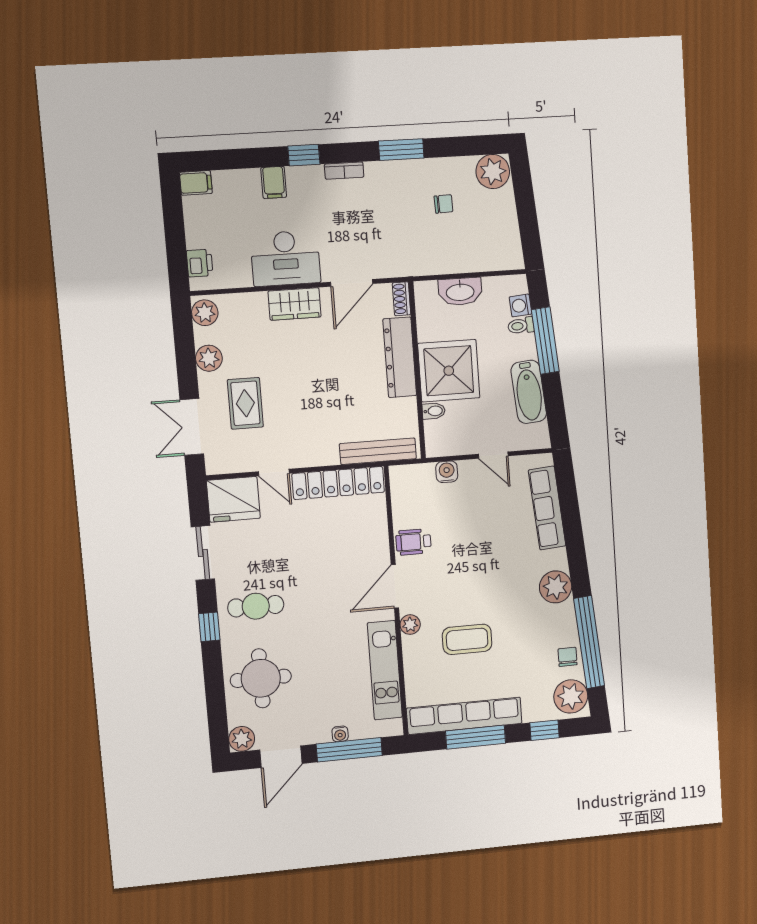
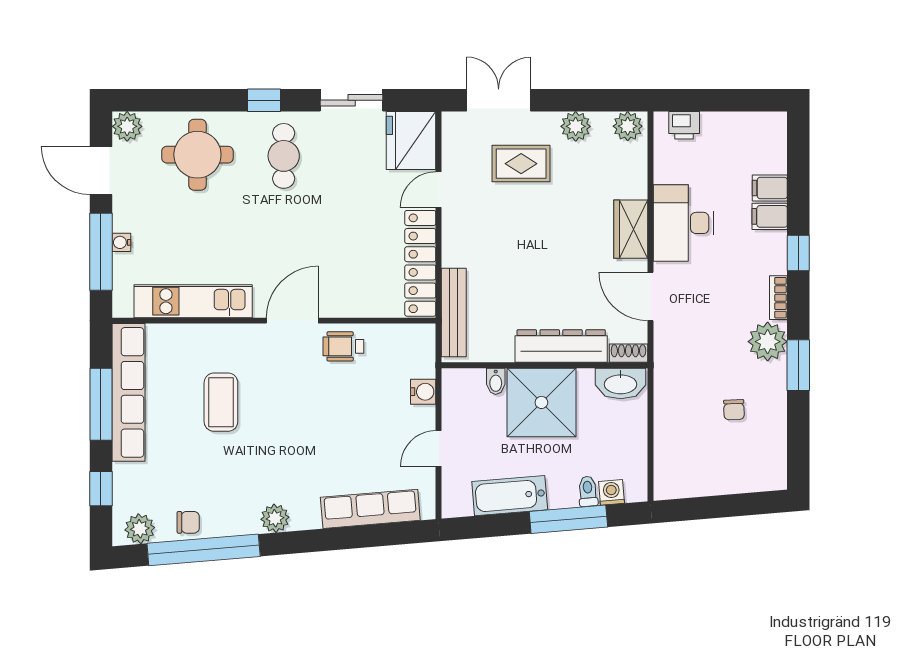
plant: (493, 172) -> (768, 342), moved
filing cabinet: (196, 183) -> (770, 188), moved, turned 90
washbasin: (460, 292) -> (621, 383), moved, turned -90
wheelchair: (413, 542) -> (343, 346), turned -90
door: (395, 586) -> (292, 321), hinge flipped
plant: (556, 587) -> (275, 518), width x0.73, depth x0.73
plant: (410, 625) -> (245, 335), removed
plant: (571, 696) -> (140, 529), width x0.73, depth x0.73

